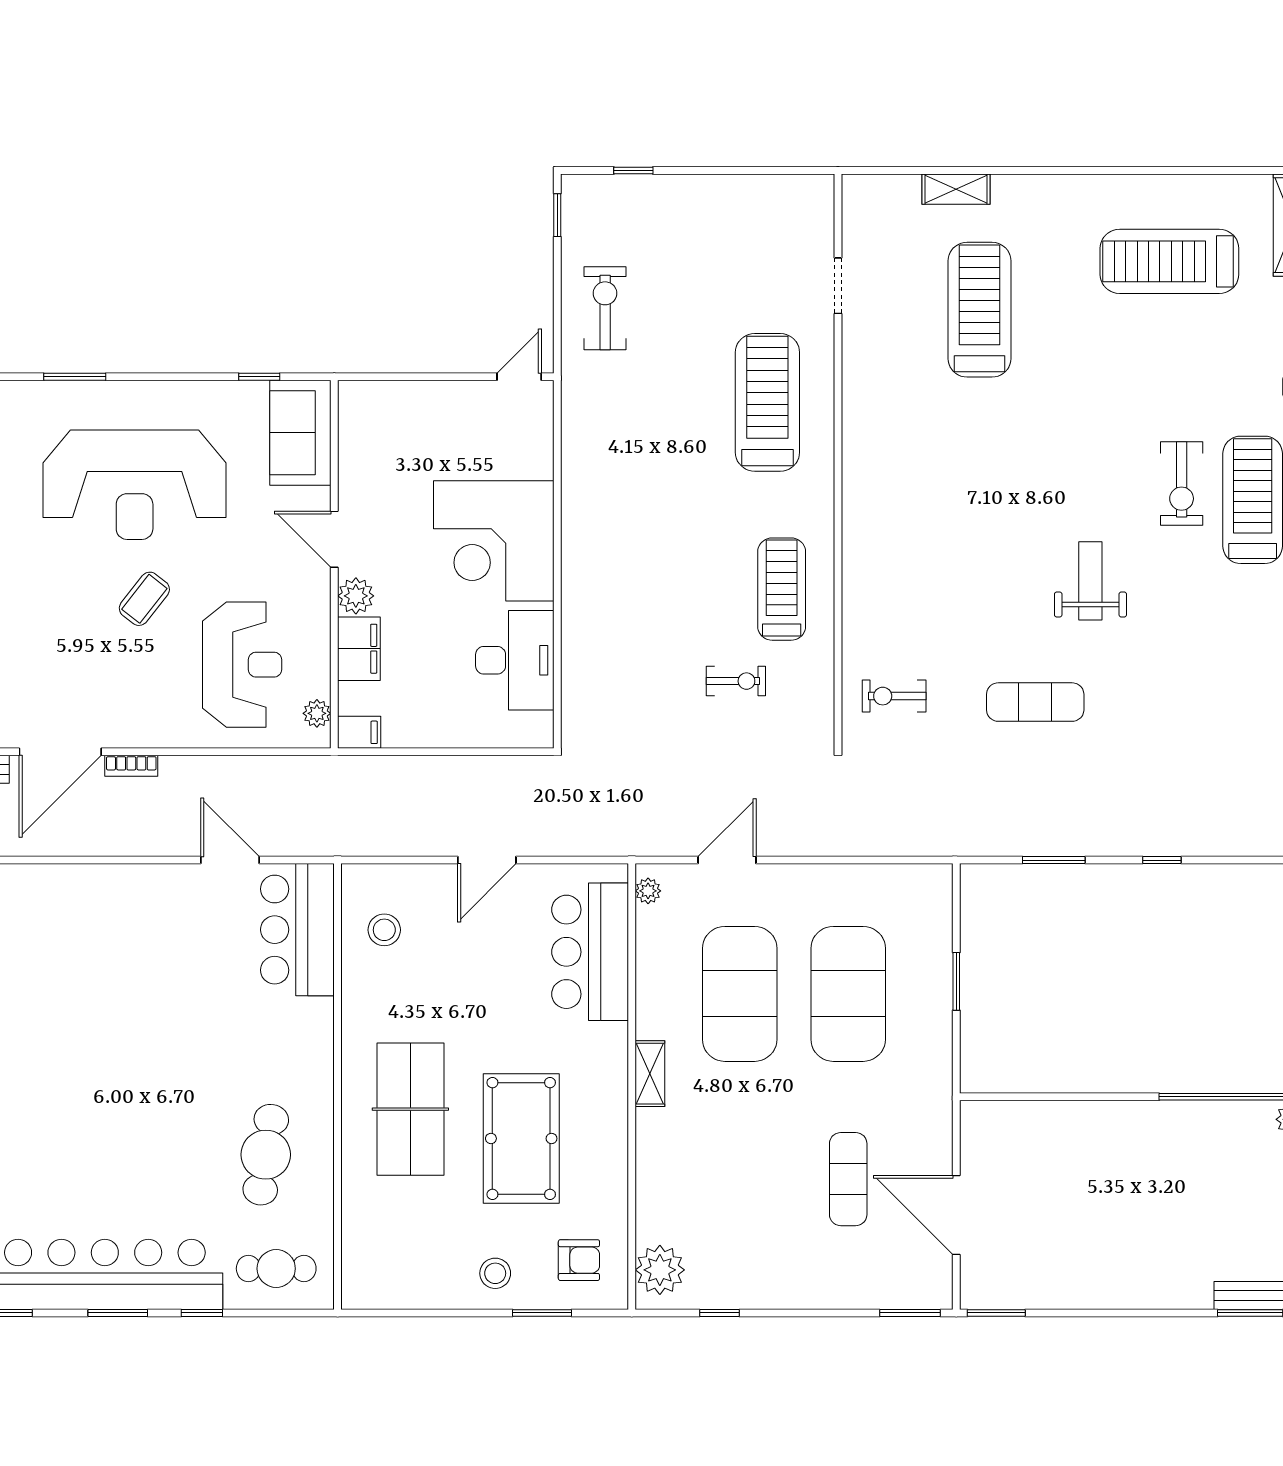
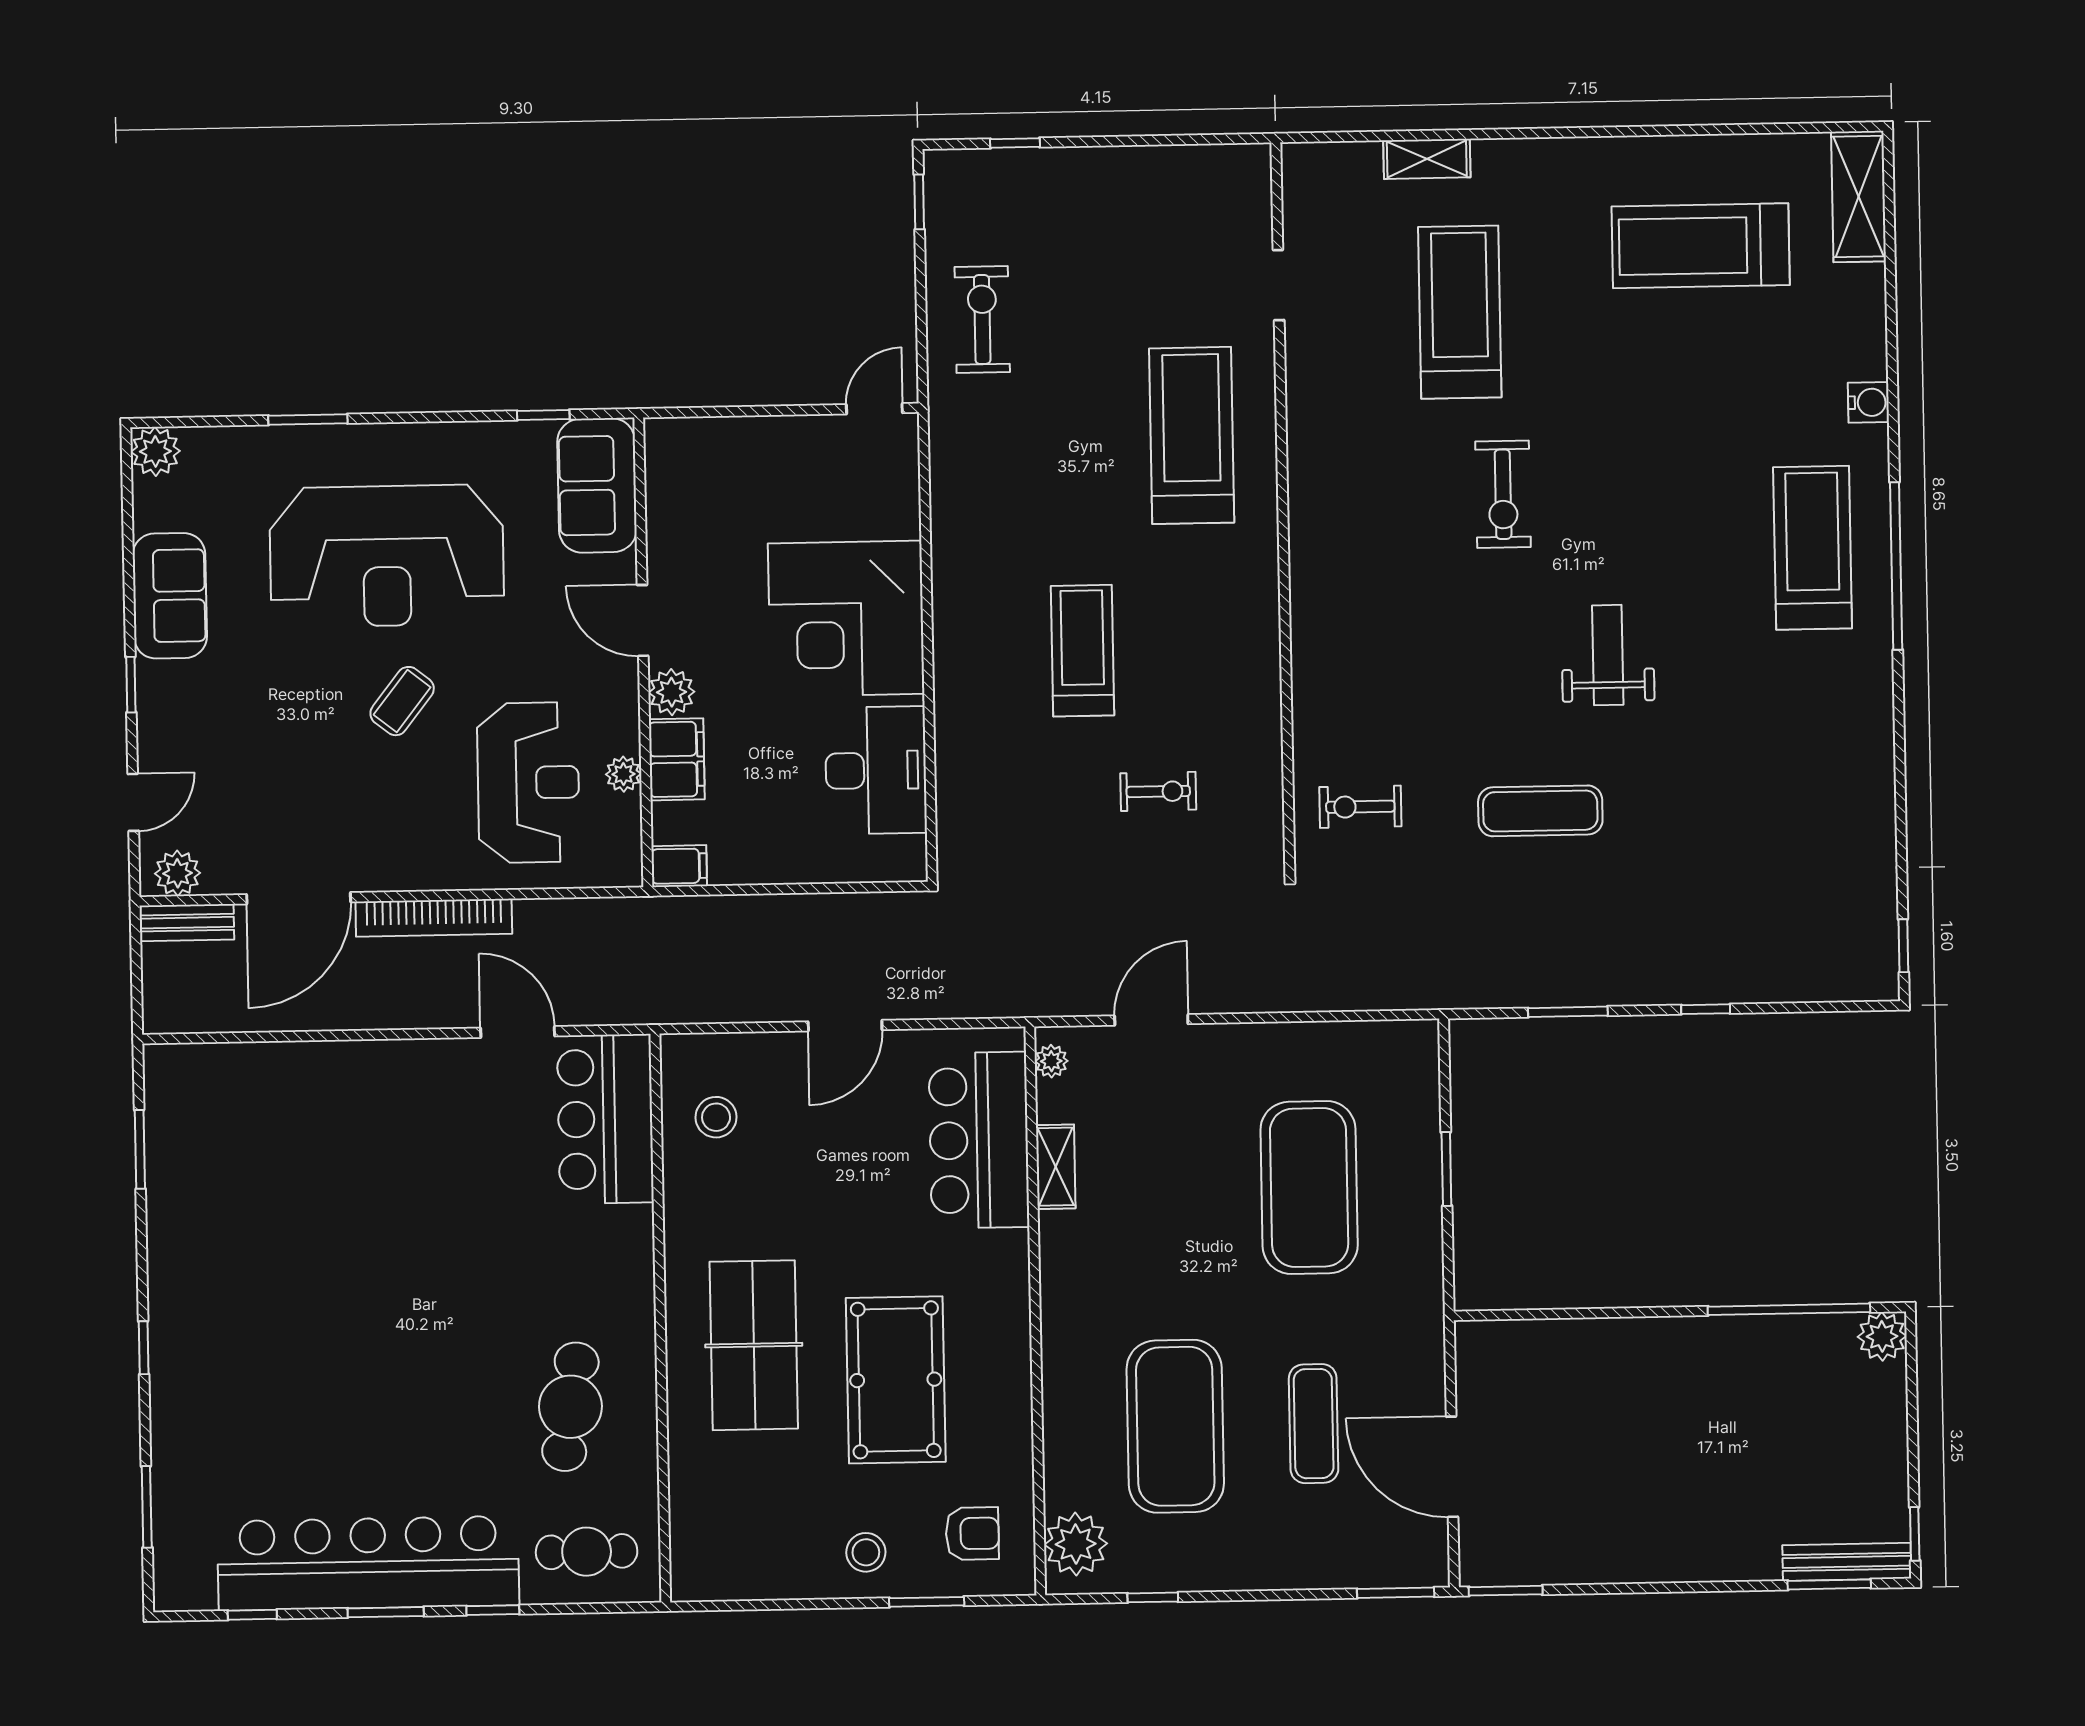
exercise bike: (1182, 484) -> (1503, 494), moved
treadmill: (782, 589) -> (1082, 651), moved
plant: (317, 713) -> (623, 774), moved
bookcase: (131, 766) -> (434, 918), width x2.31, depth x1.31
exercise mat: (740, 994) -> (1175, 1426), moved
shelving: (650, 1074) -> (1056, 1167), moved

